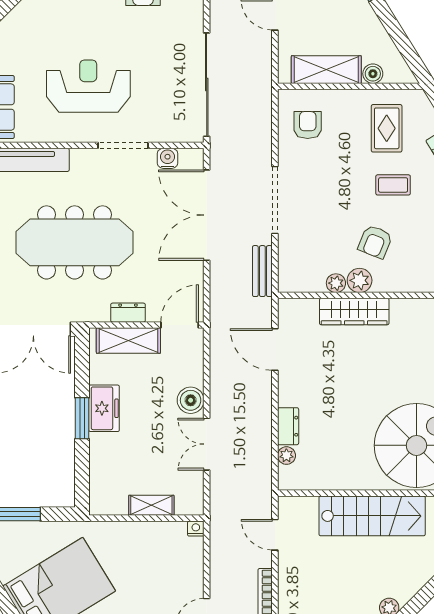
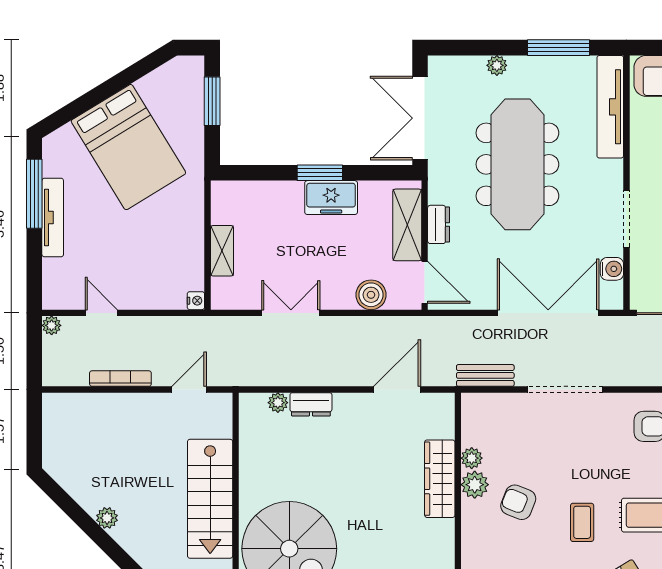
boiler: (191, 400) -> (371, 295), moved

